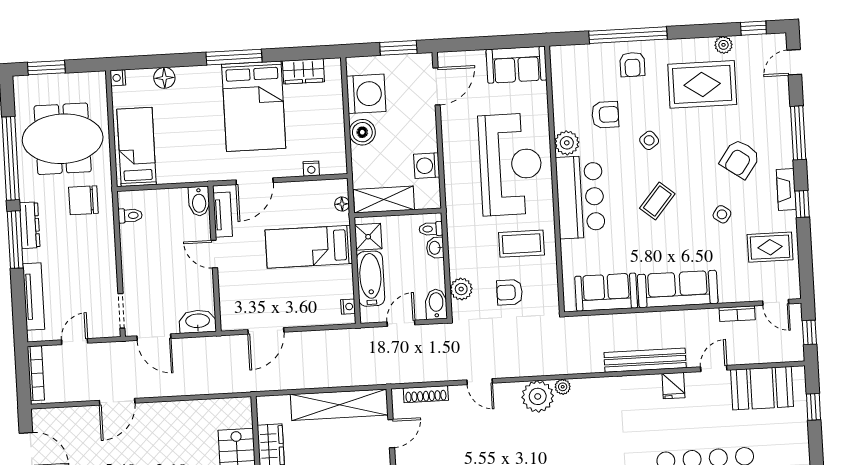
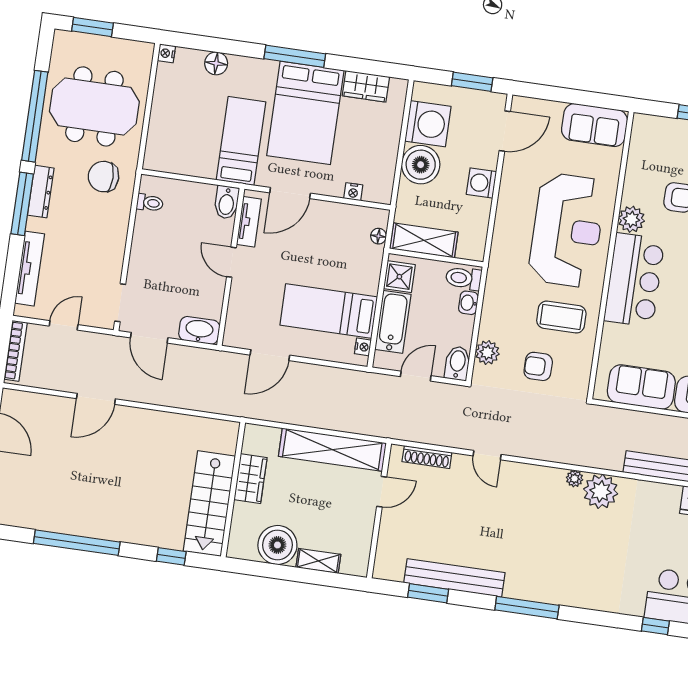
boiler: (362, 132) -> (421, 165), width x1.37, depth x1.37
bed: (137, 147) -> (241, 141), moved
washing machine: (427, 166) -> (481, 183), moved
toilet: (431, 229) -> (464, 278), width x1.37, depth x1.39
bed: (309, 247) -> (329, 311), moved
plant: (538, 396) -> (601, 491), moved

